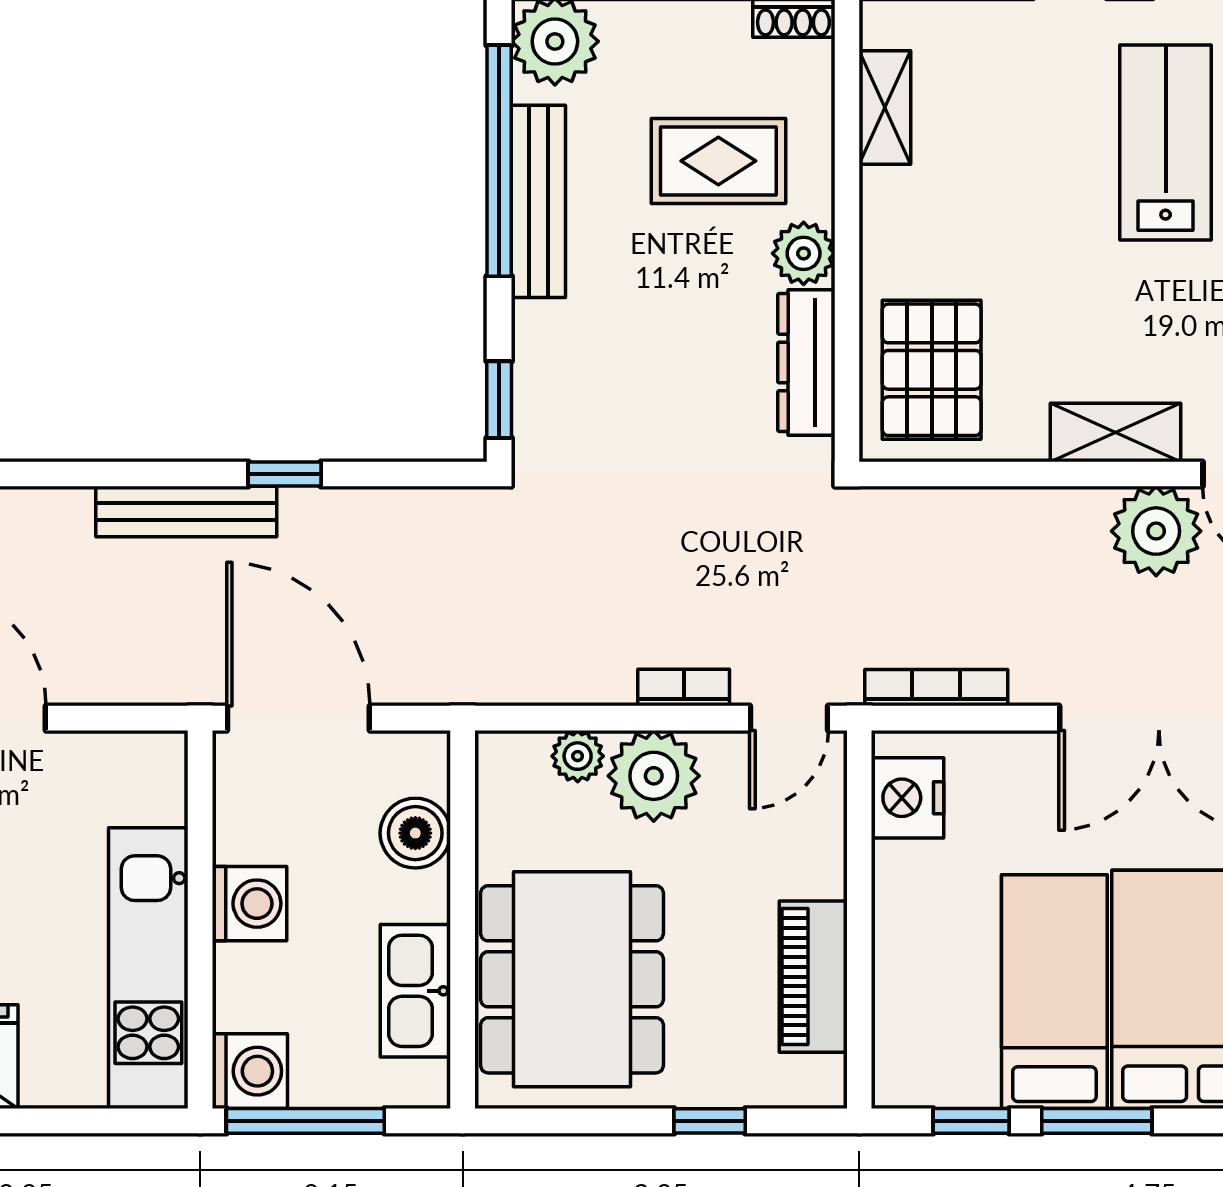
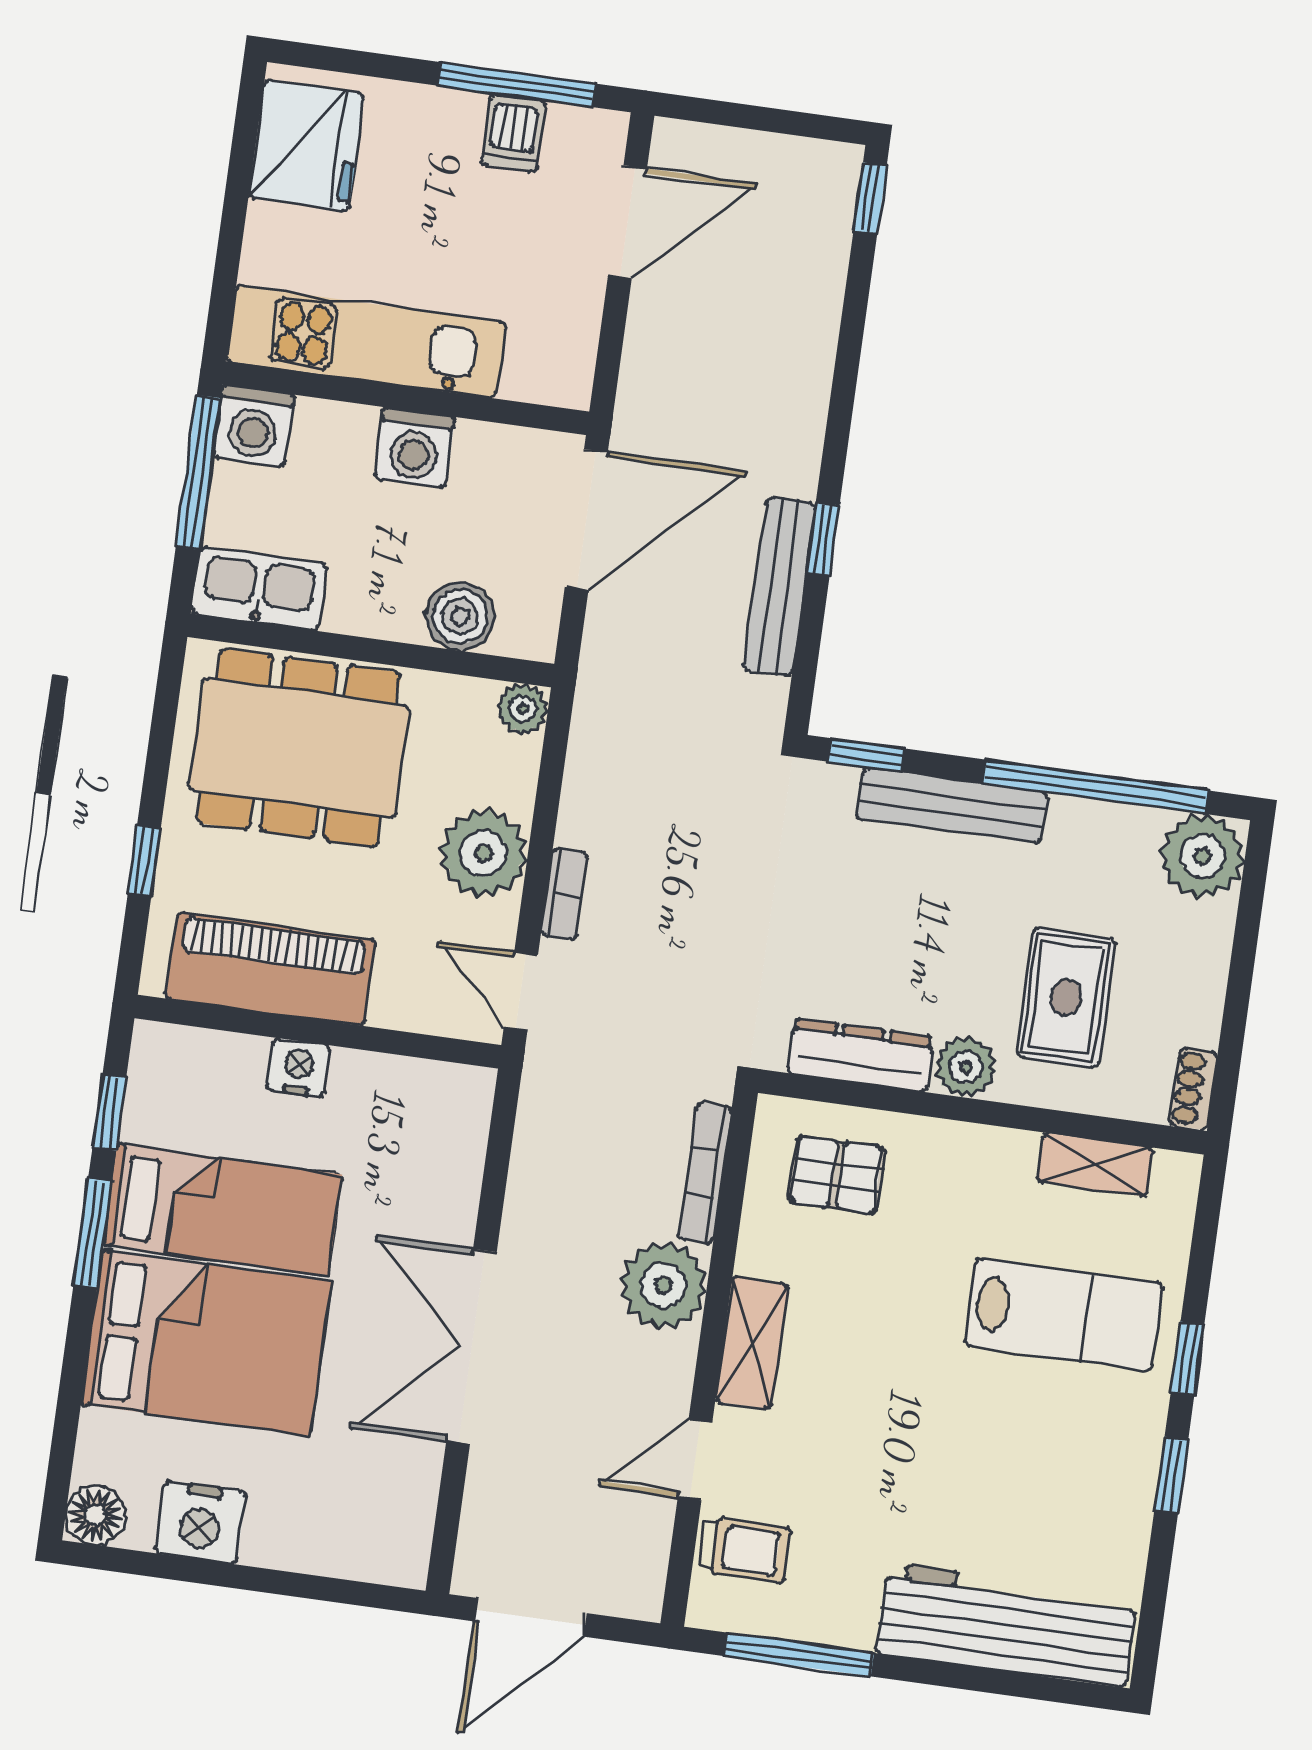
lab bench: (1166, 142) -> (1064, 1314), moved
bench: (538, 201) -> (952, 805), moved
pallet: (932, 370) -> (837, 1175), width x0.67, depth x0.71
bench: (186, 512) -> (779, 587), moved
plant: (1156, 531) -> (663, 1285), moved
bookcase: (936, 688) -> (705, 1173), moved, turned 180
plant: (578, 756) -> (523, 709), moved
nightstand: (908, 798) -> (299, 1068), moved, width x0.74, depth x0.75
piano: (813, 977) -> (271, 969), width x1.37, depth x1.33
kitchen sink: (415, 991) -> (259, 589), moved

